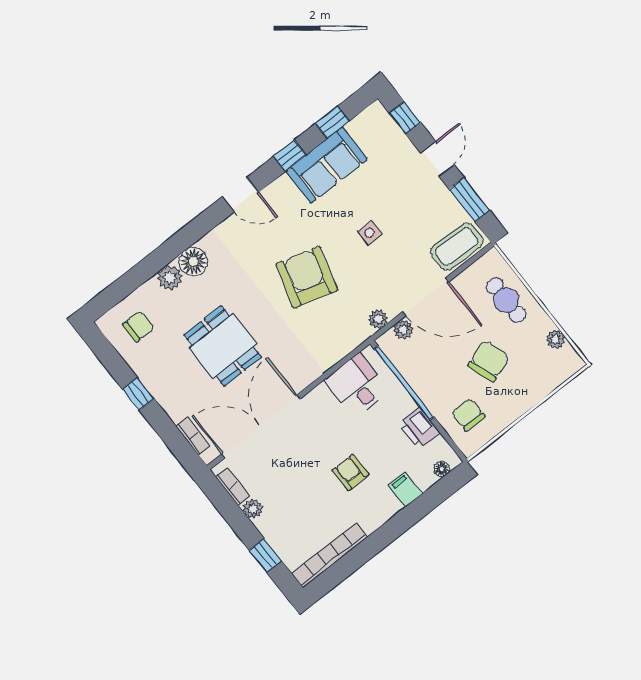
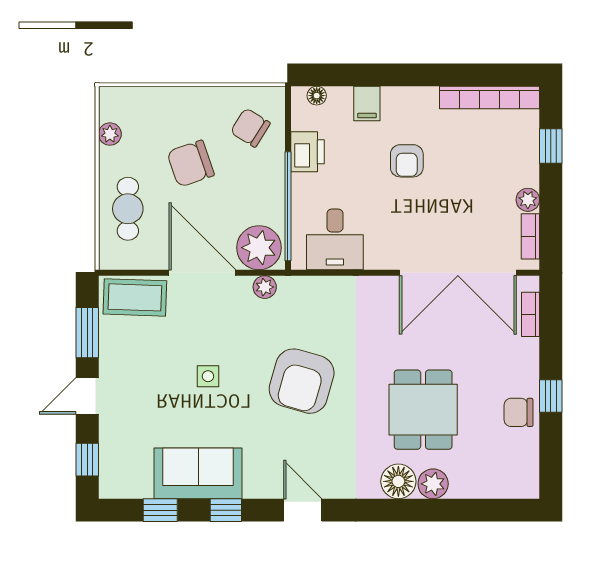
chair: (138, 326) -> (519, 412), moved
plant: (403, 330) -> (259, 248), width x1.88, depth x1.88
dining table: (223, 346) -> (423, 410), moved
chair: (468, 415) -> (250, 128), turned 122

